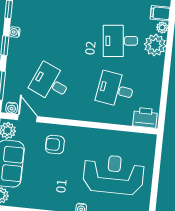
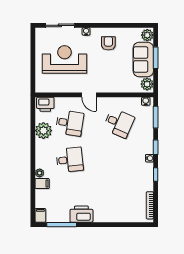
plant: (155, 45) -> (43, 131), moved
door: (28, 118) -> (89, 95), moved
armchair: (55, 145) -> (108, 43), moved, turned -90
reception desk: (114, 174) -> (65, 59), turned 180

